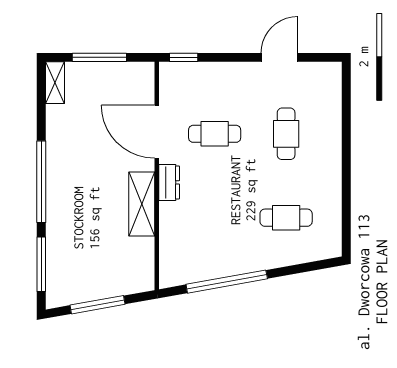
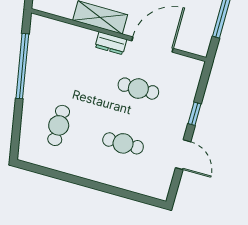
window: (184, 57) -> (195, 114), moved
cafe table: (215, 134) -> (138, 89), turned 90

